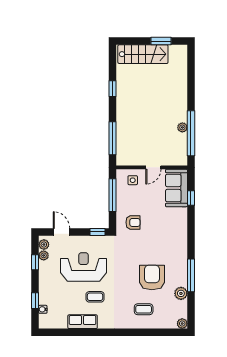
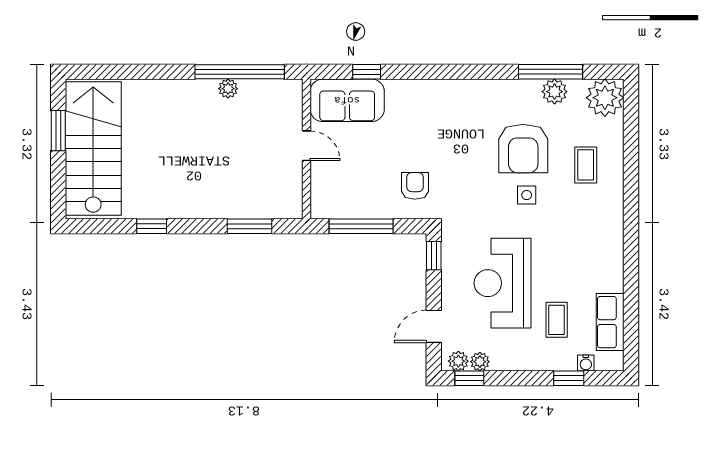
stairs: (143, 54) -> (93, 148), width x1.36, depth x1.51
window: (112, 138) -> (249, 226), width x0.69
side table: (133, 180) -> (527, 195), moved
window: (35, 262) -> (469, 378), moved
window: (191, 275) -> (550, 72), moved
armchair: (152, 277) -> (523, 148), turned -90
coffee table: (95, 297) -> (557, 320), moved
row of seats: (83, 322) -> (610, 322), moved
plant: (182, 324) -> (605, 98), width x1.88, depth x1.88

